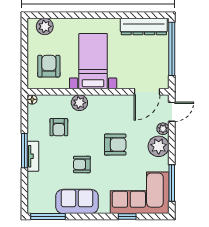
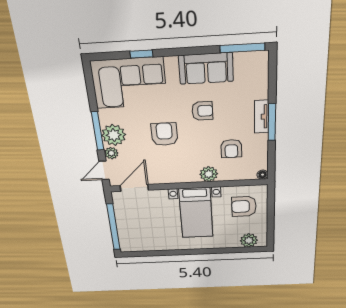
dresser: (144, 26) -> (145, 245), removed
armchair: (49, 66) -> (244, 206), turned 90
armchair: (59, 127) -> (231, 149), turned 180
armchair: (115, 145) -> (164, 134), turned 90
window: (172, 183) -> (98, 131), moved

